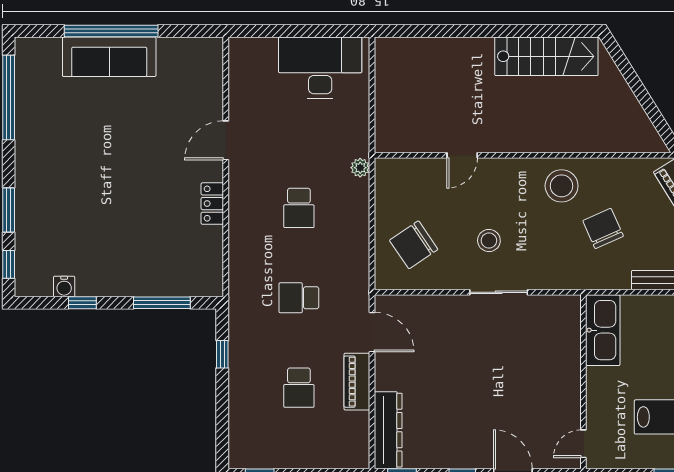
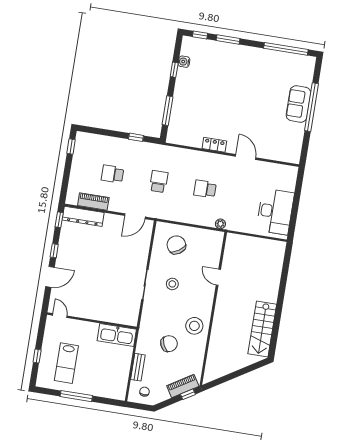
sofa: (109, 57) -> (298, 104), width x0.73
piano: (357, 382) -> (93, 202), moved

